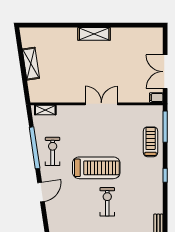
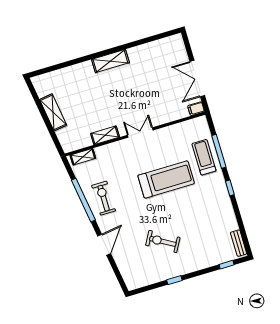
shelving: (70, 97) -> (105, 135), added
double door: (101, 104) -> (140, 133), width x0.73
window: (165, 127) -> (219, 151), moved
treadmill: (96, 168) -> (166, 179), moved
exercise bike: (107, 202) -> (163, 241), moved, turned -60

